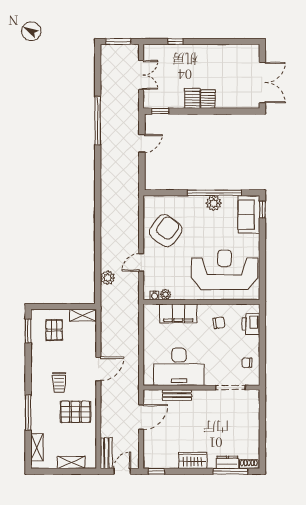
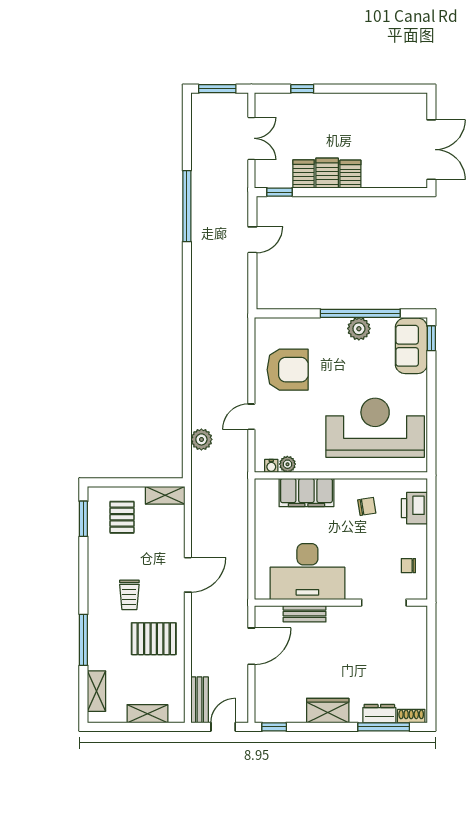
server rack: (176, 99) -> (304, 174), added
armchair: (166, 231) -> (288, 370), turned 53

